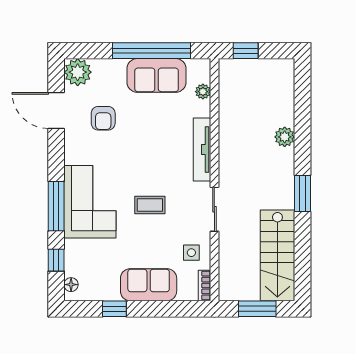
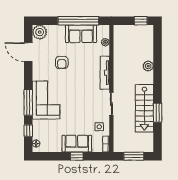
window: (246, 51) -> (141, 21), moved
armchair: (103, 118) -> (62, 62), moved
window: (302, 194) -> (158, 113), moved
coffee table: (150, 205) -> (77, 102), removed
stairs: (277, 255) -> (144, 108), moved
window: (114, 309) -> (77, 156), moved

